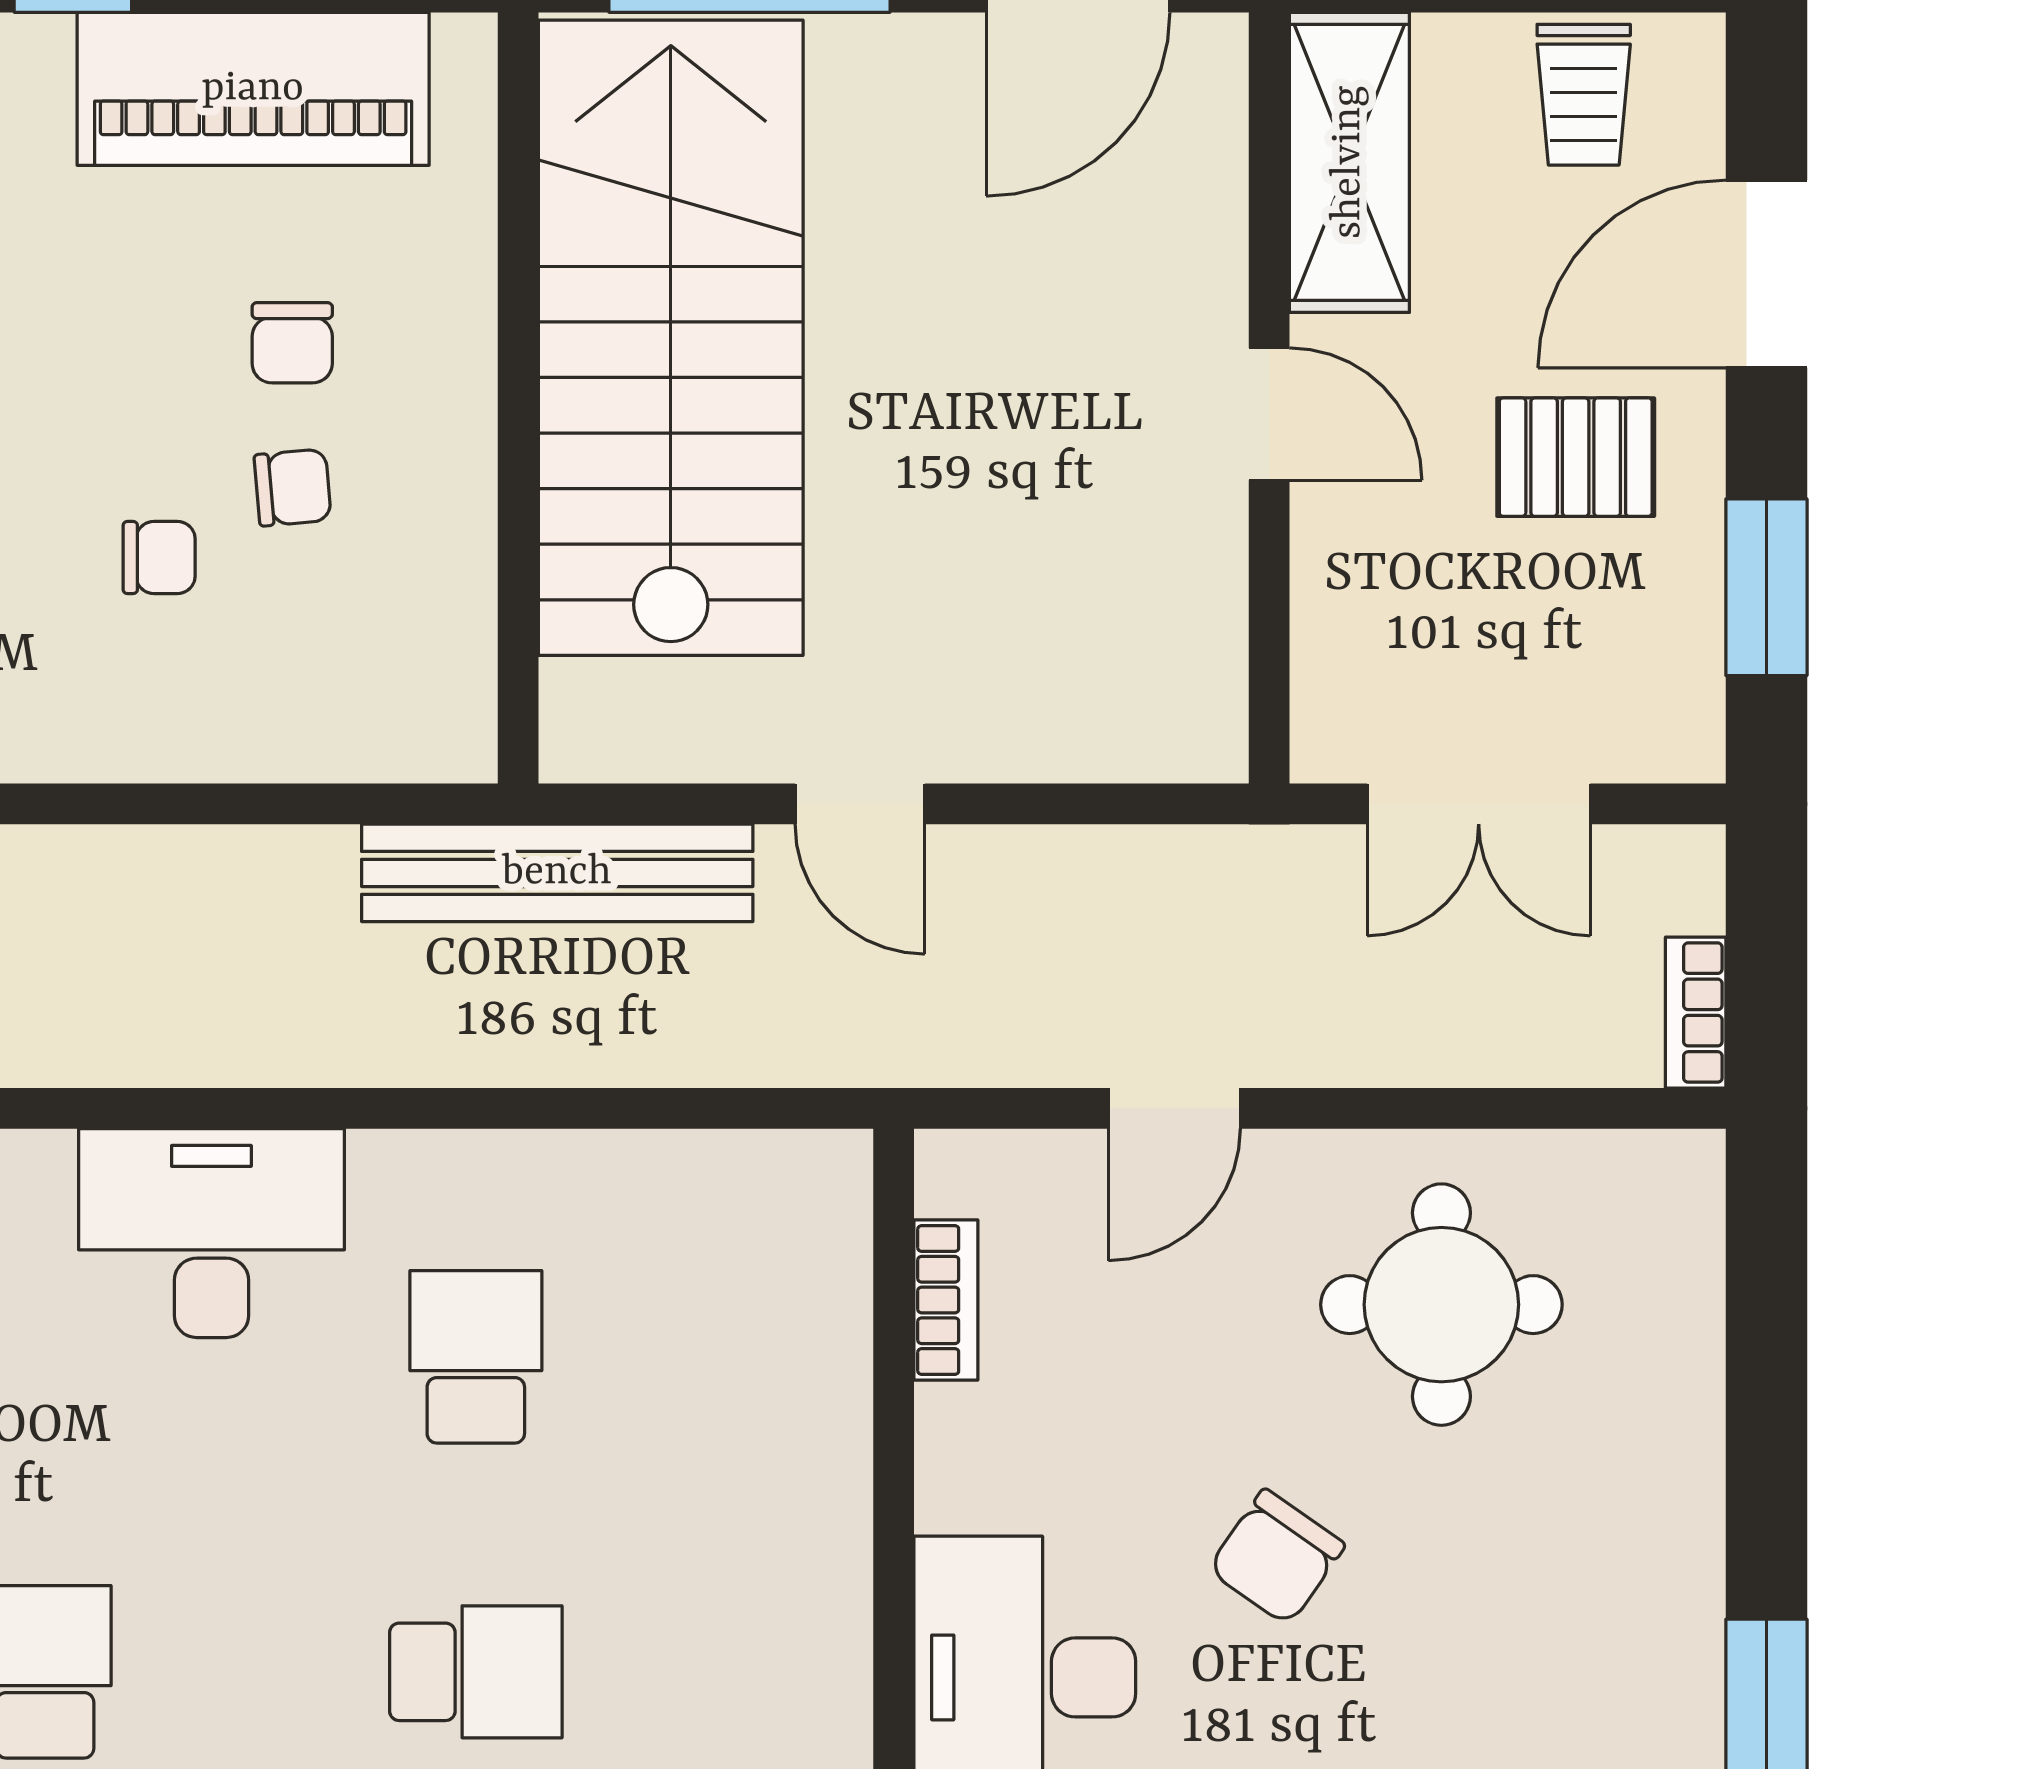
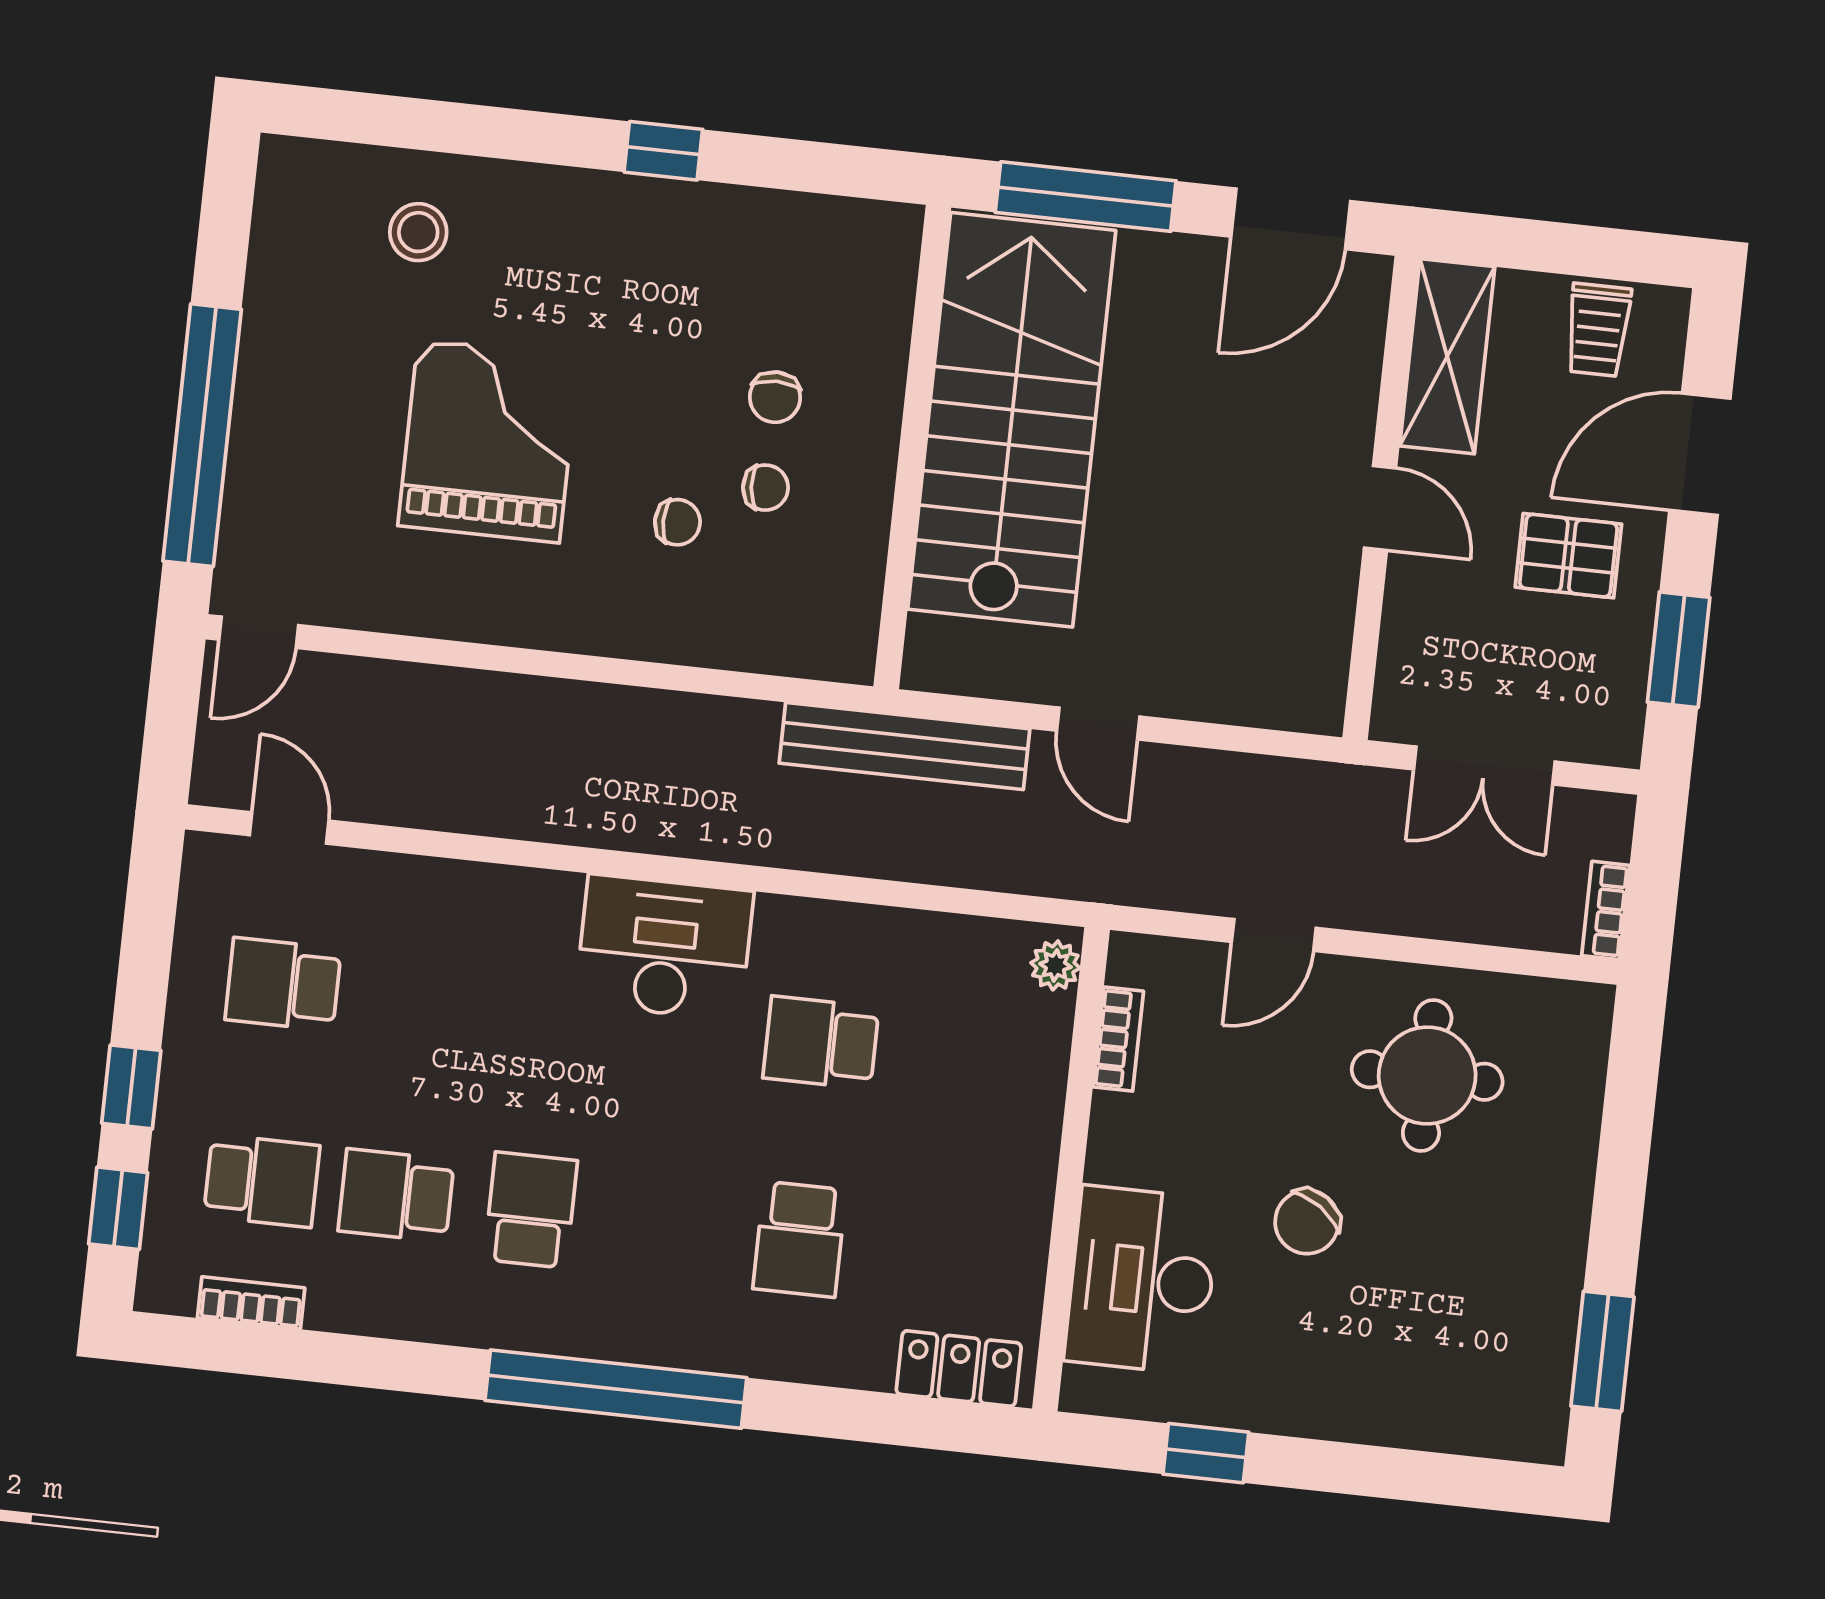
piano: (253, 89) -> (768, 236), removed
plant: (834, 1194) -> (1055, 965), added
school desk: (476, 1357) -> (821, 1043), turned -90
school desk: (476, 1672) -> (800, 1239), turned 90

